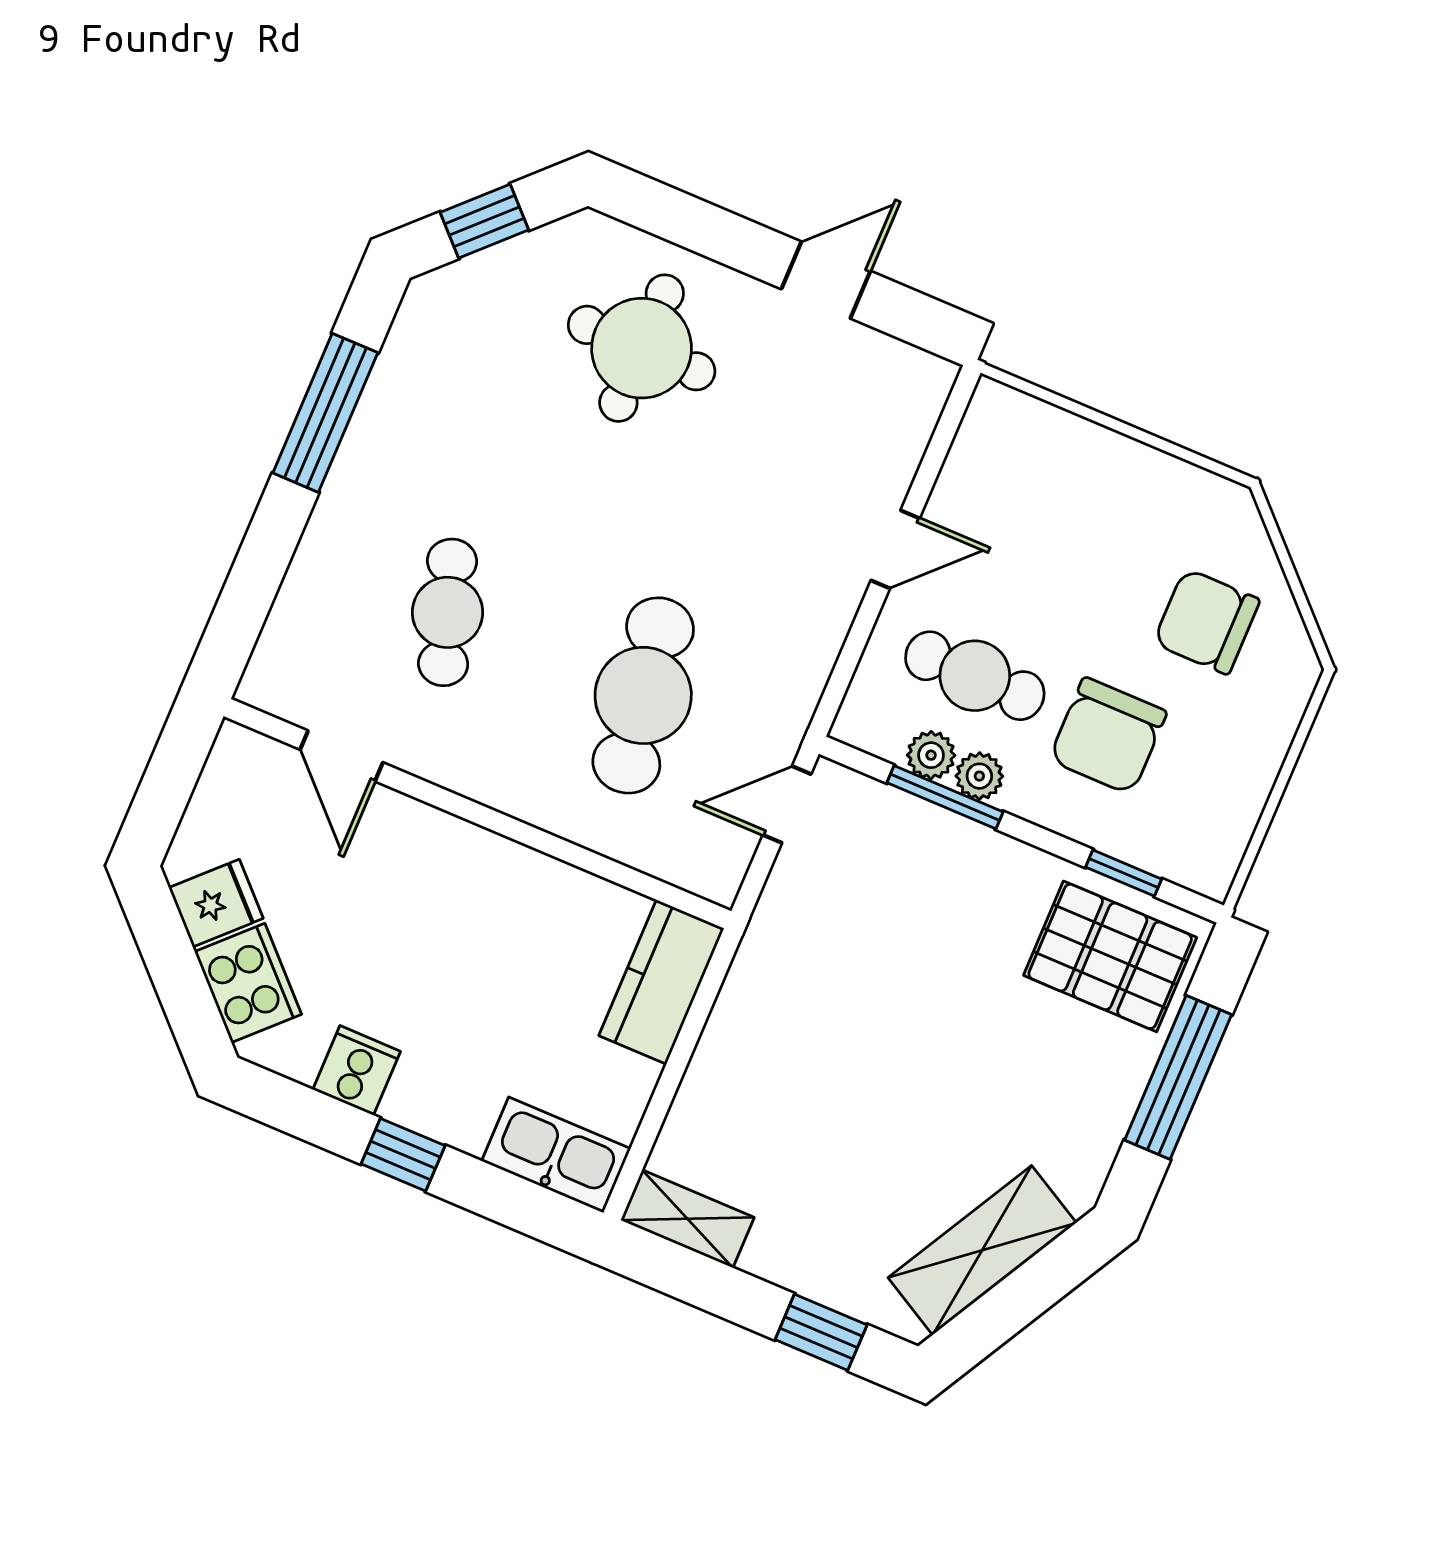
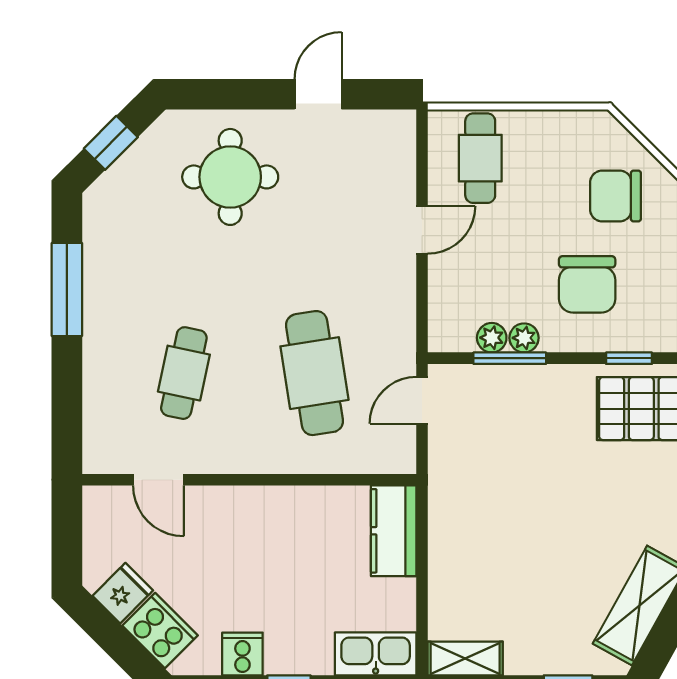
cafe table: (448, 612) -> (184, 373), turned 30
cafe table: (975, 676) -> (480, 158), moved, turned 90

